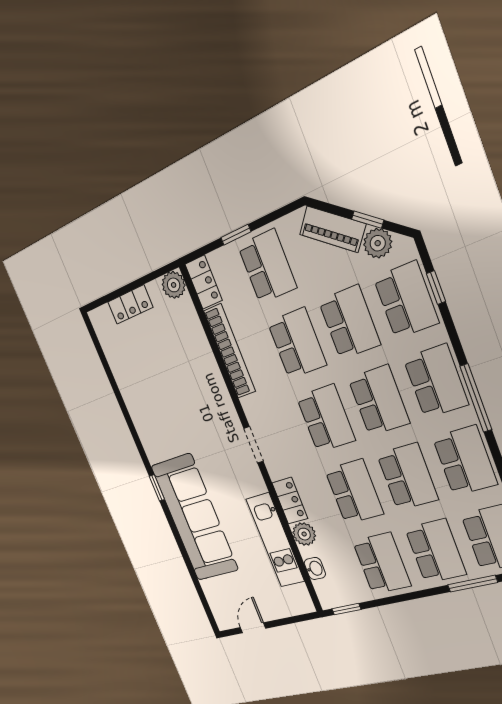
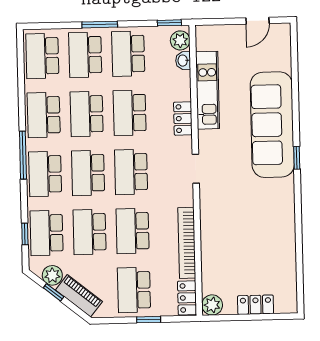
plant: (304, 534) -> (180, 40), moved
window: (472, 584) -> (100, 25), moved

